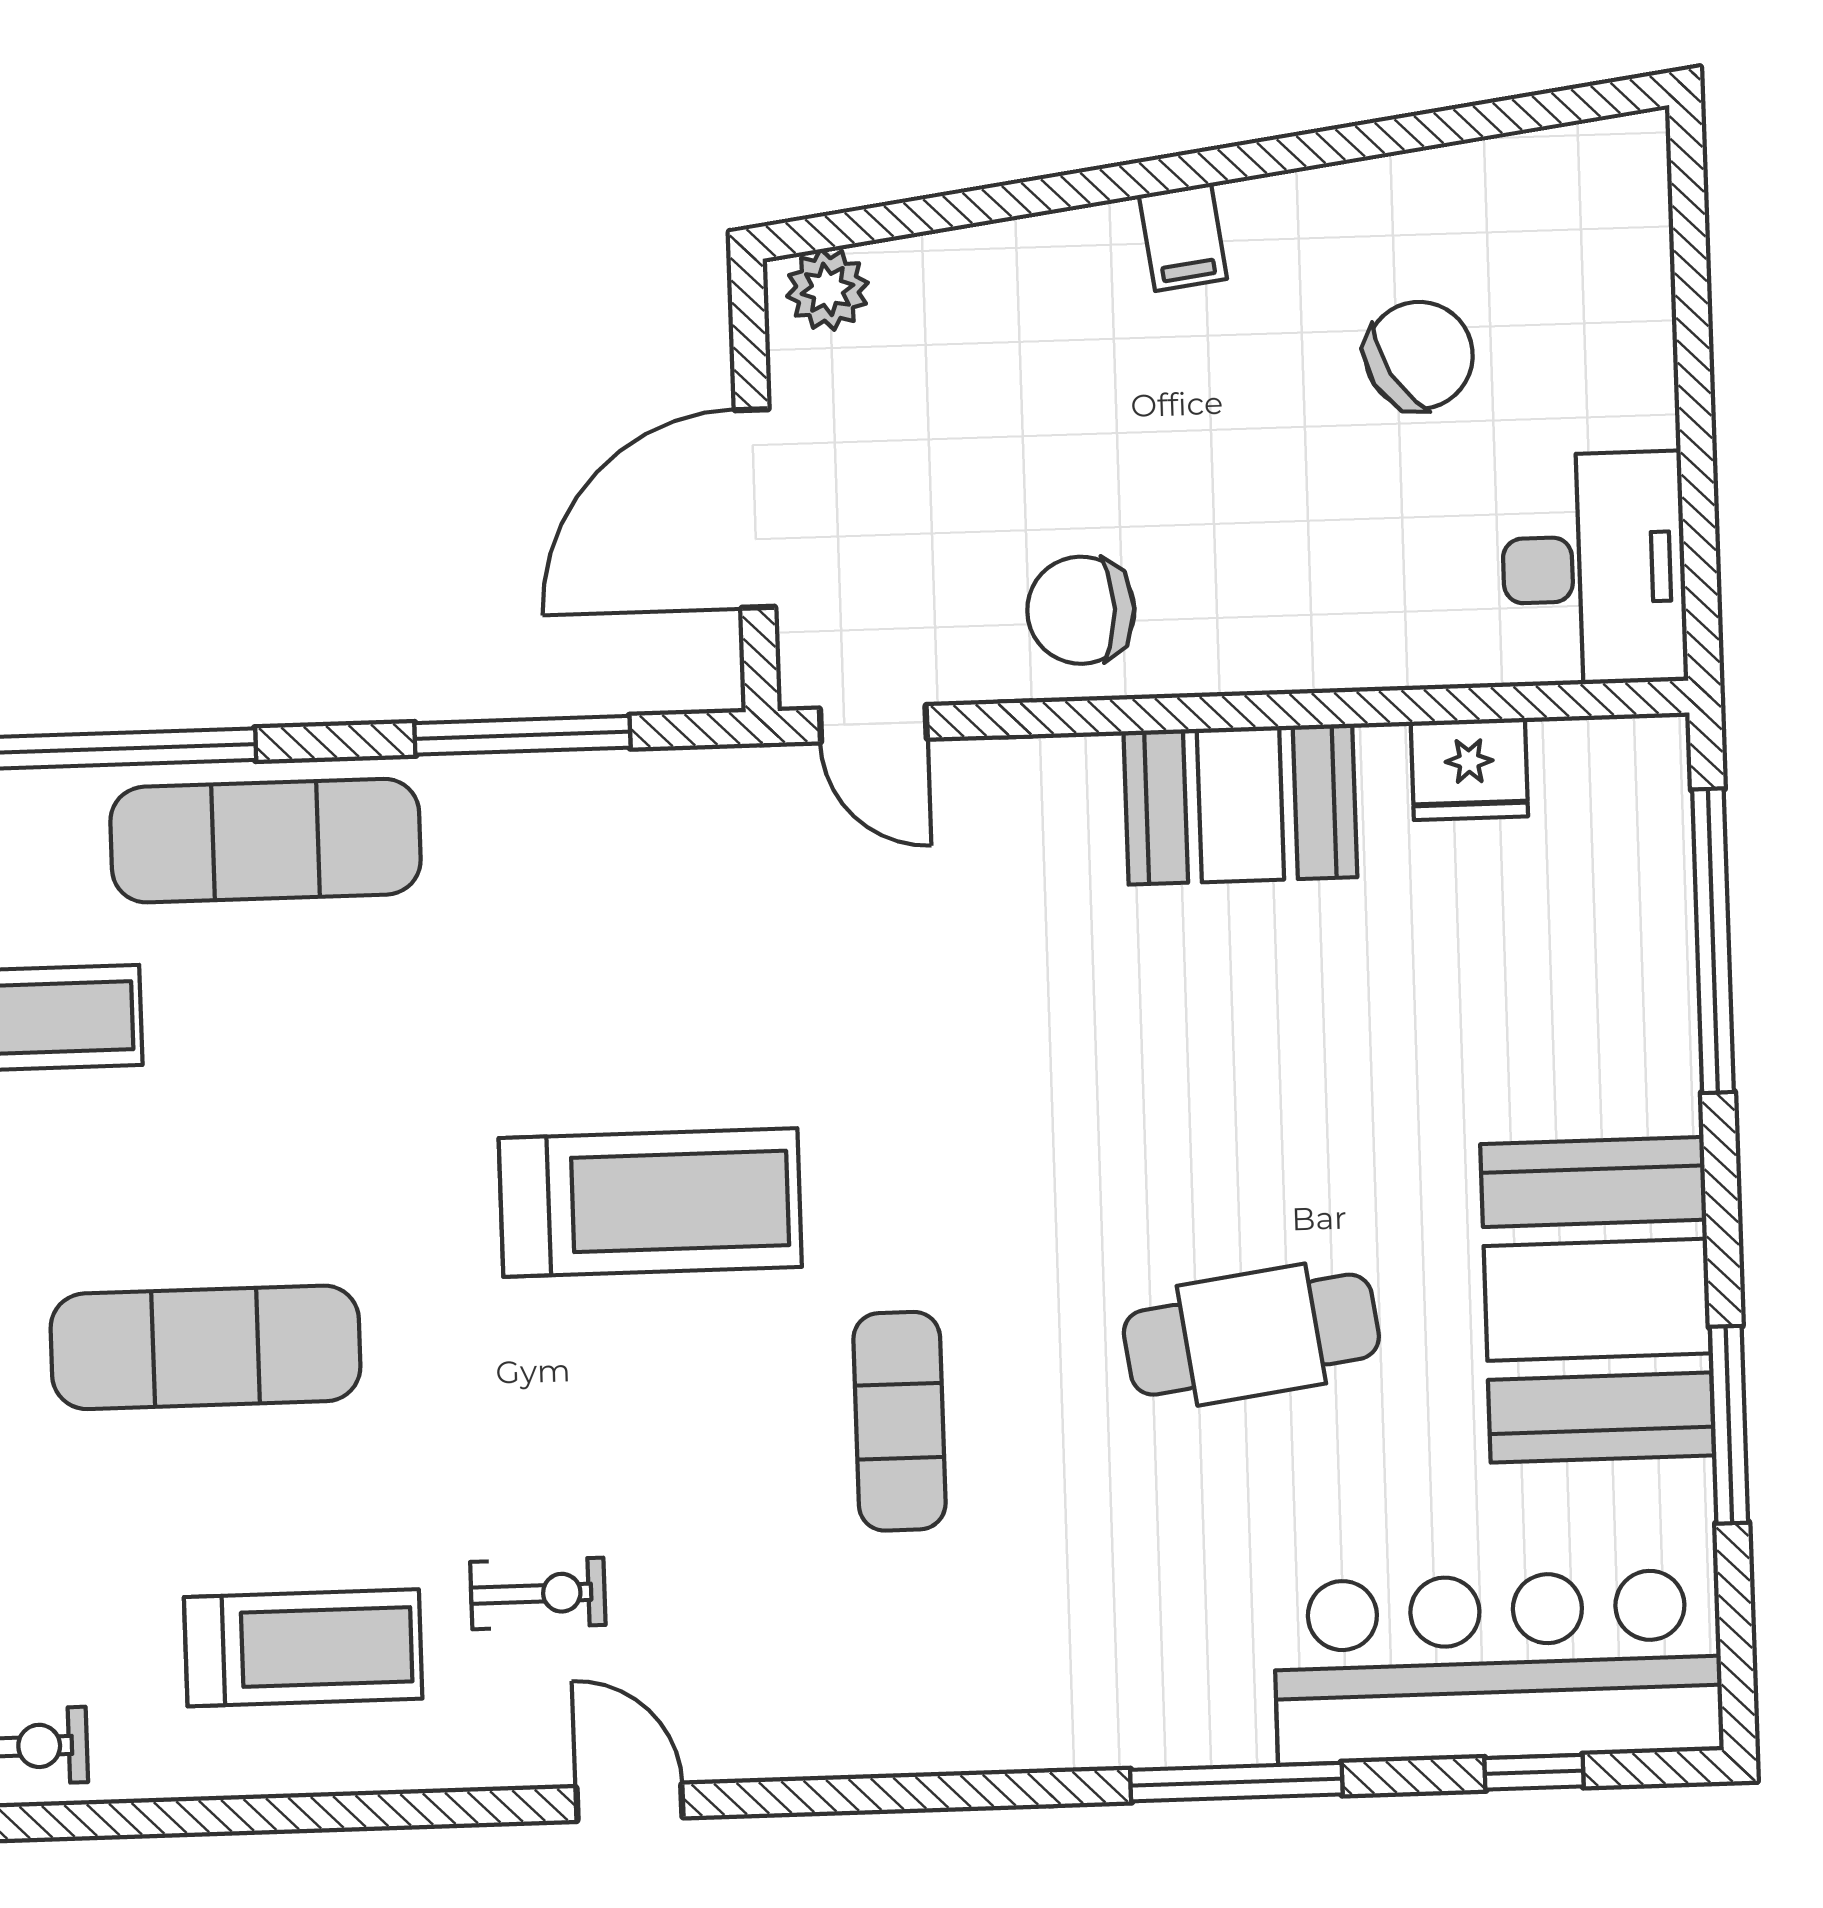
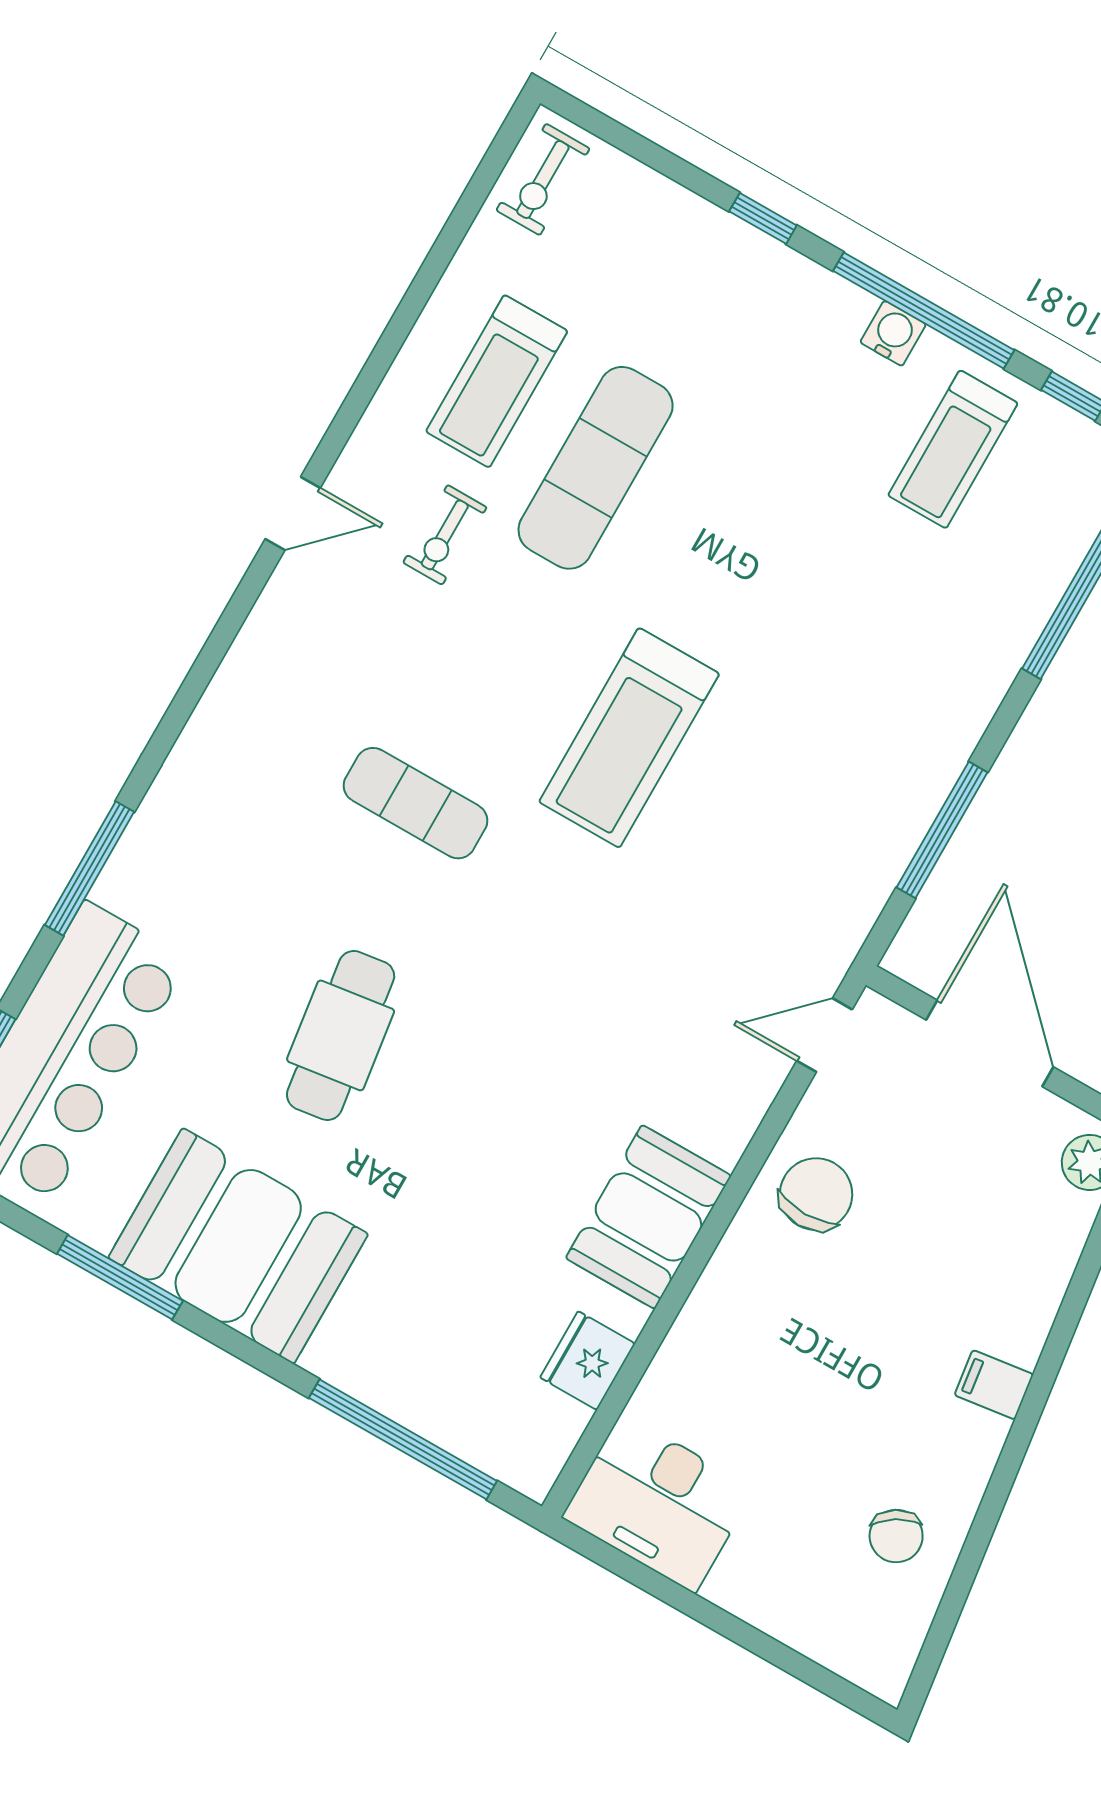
chair: (1419, 355) -> (896, 1536), moved, width x0.73, depth x0.73
exercise mat: (266, 841) -> (973, 645), removed
exercise mat: (206, 1347) -> (596, 468), moved

